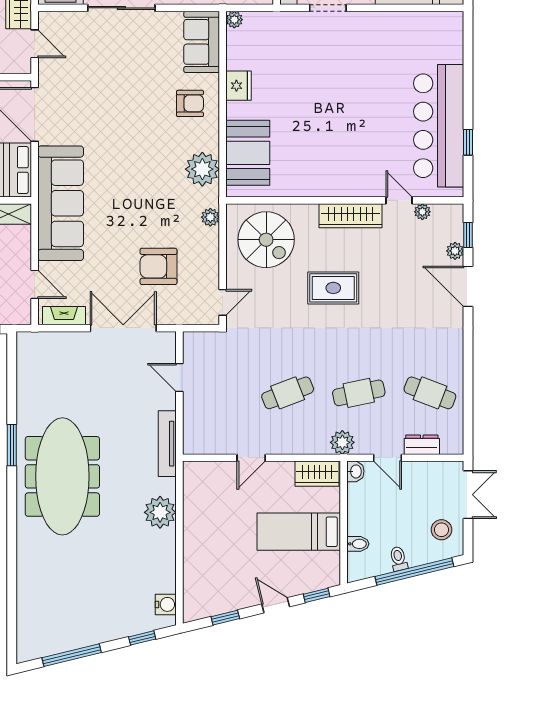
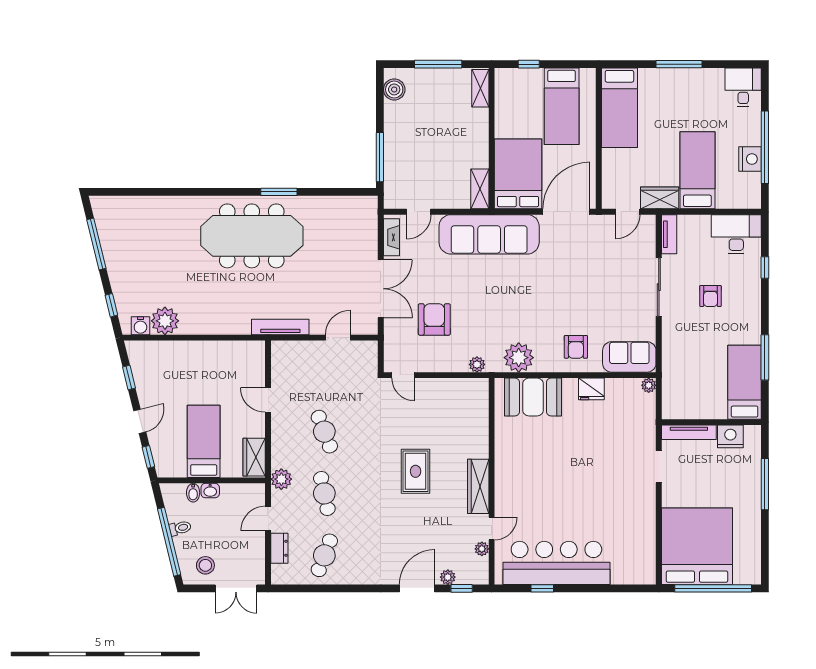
spiral stairs: (266, 240) -> (457, 413), removed
washbasin: (355, 471) -> (210, 491), moved
plant: (160, 512) -> (165, 321), moved

